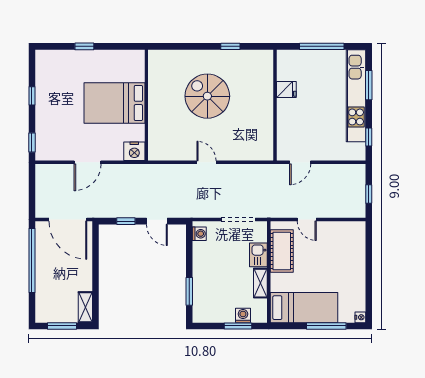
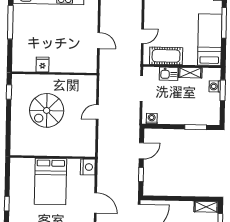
fridge: (286, 90) -> (43, 65), moved
wall: (275, 105) -> (54, 73), moved

